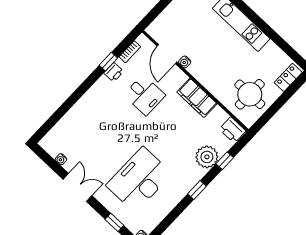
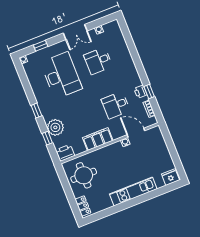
desk: (100, 142) -> (98, 61), added

